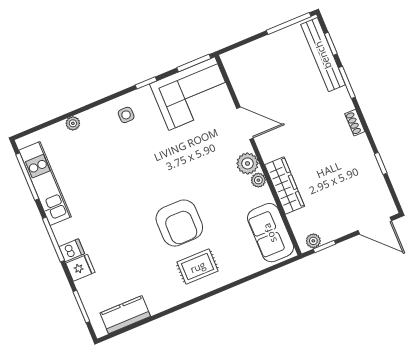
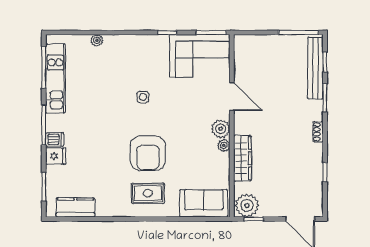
side table: (126, 115) -> (143, 97), moved
sofa: (270, 233) -> (204, 203), moved, turned 90
plant: (313, 241) -> (247, 205), width x1.88, depth x1.88

